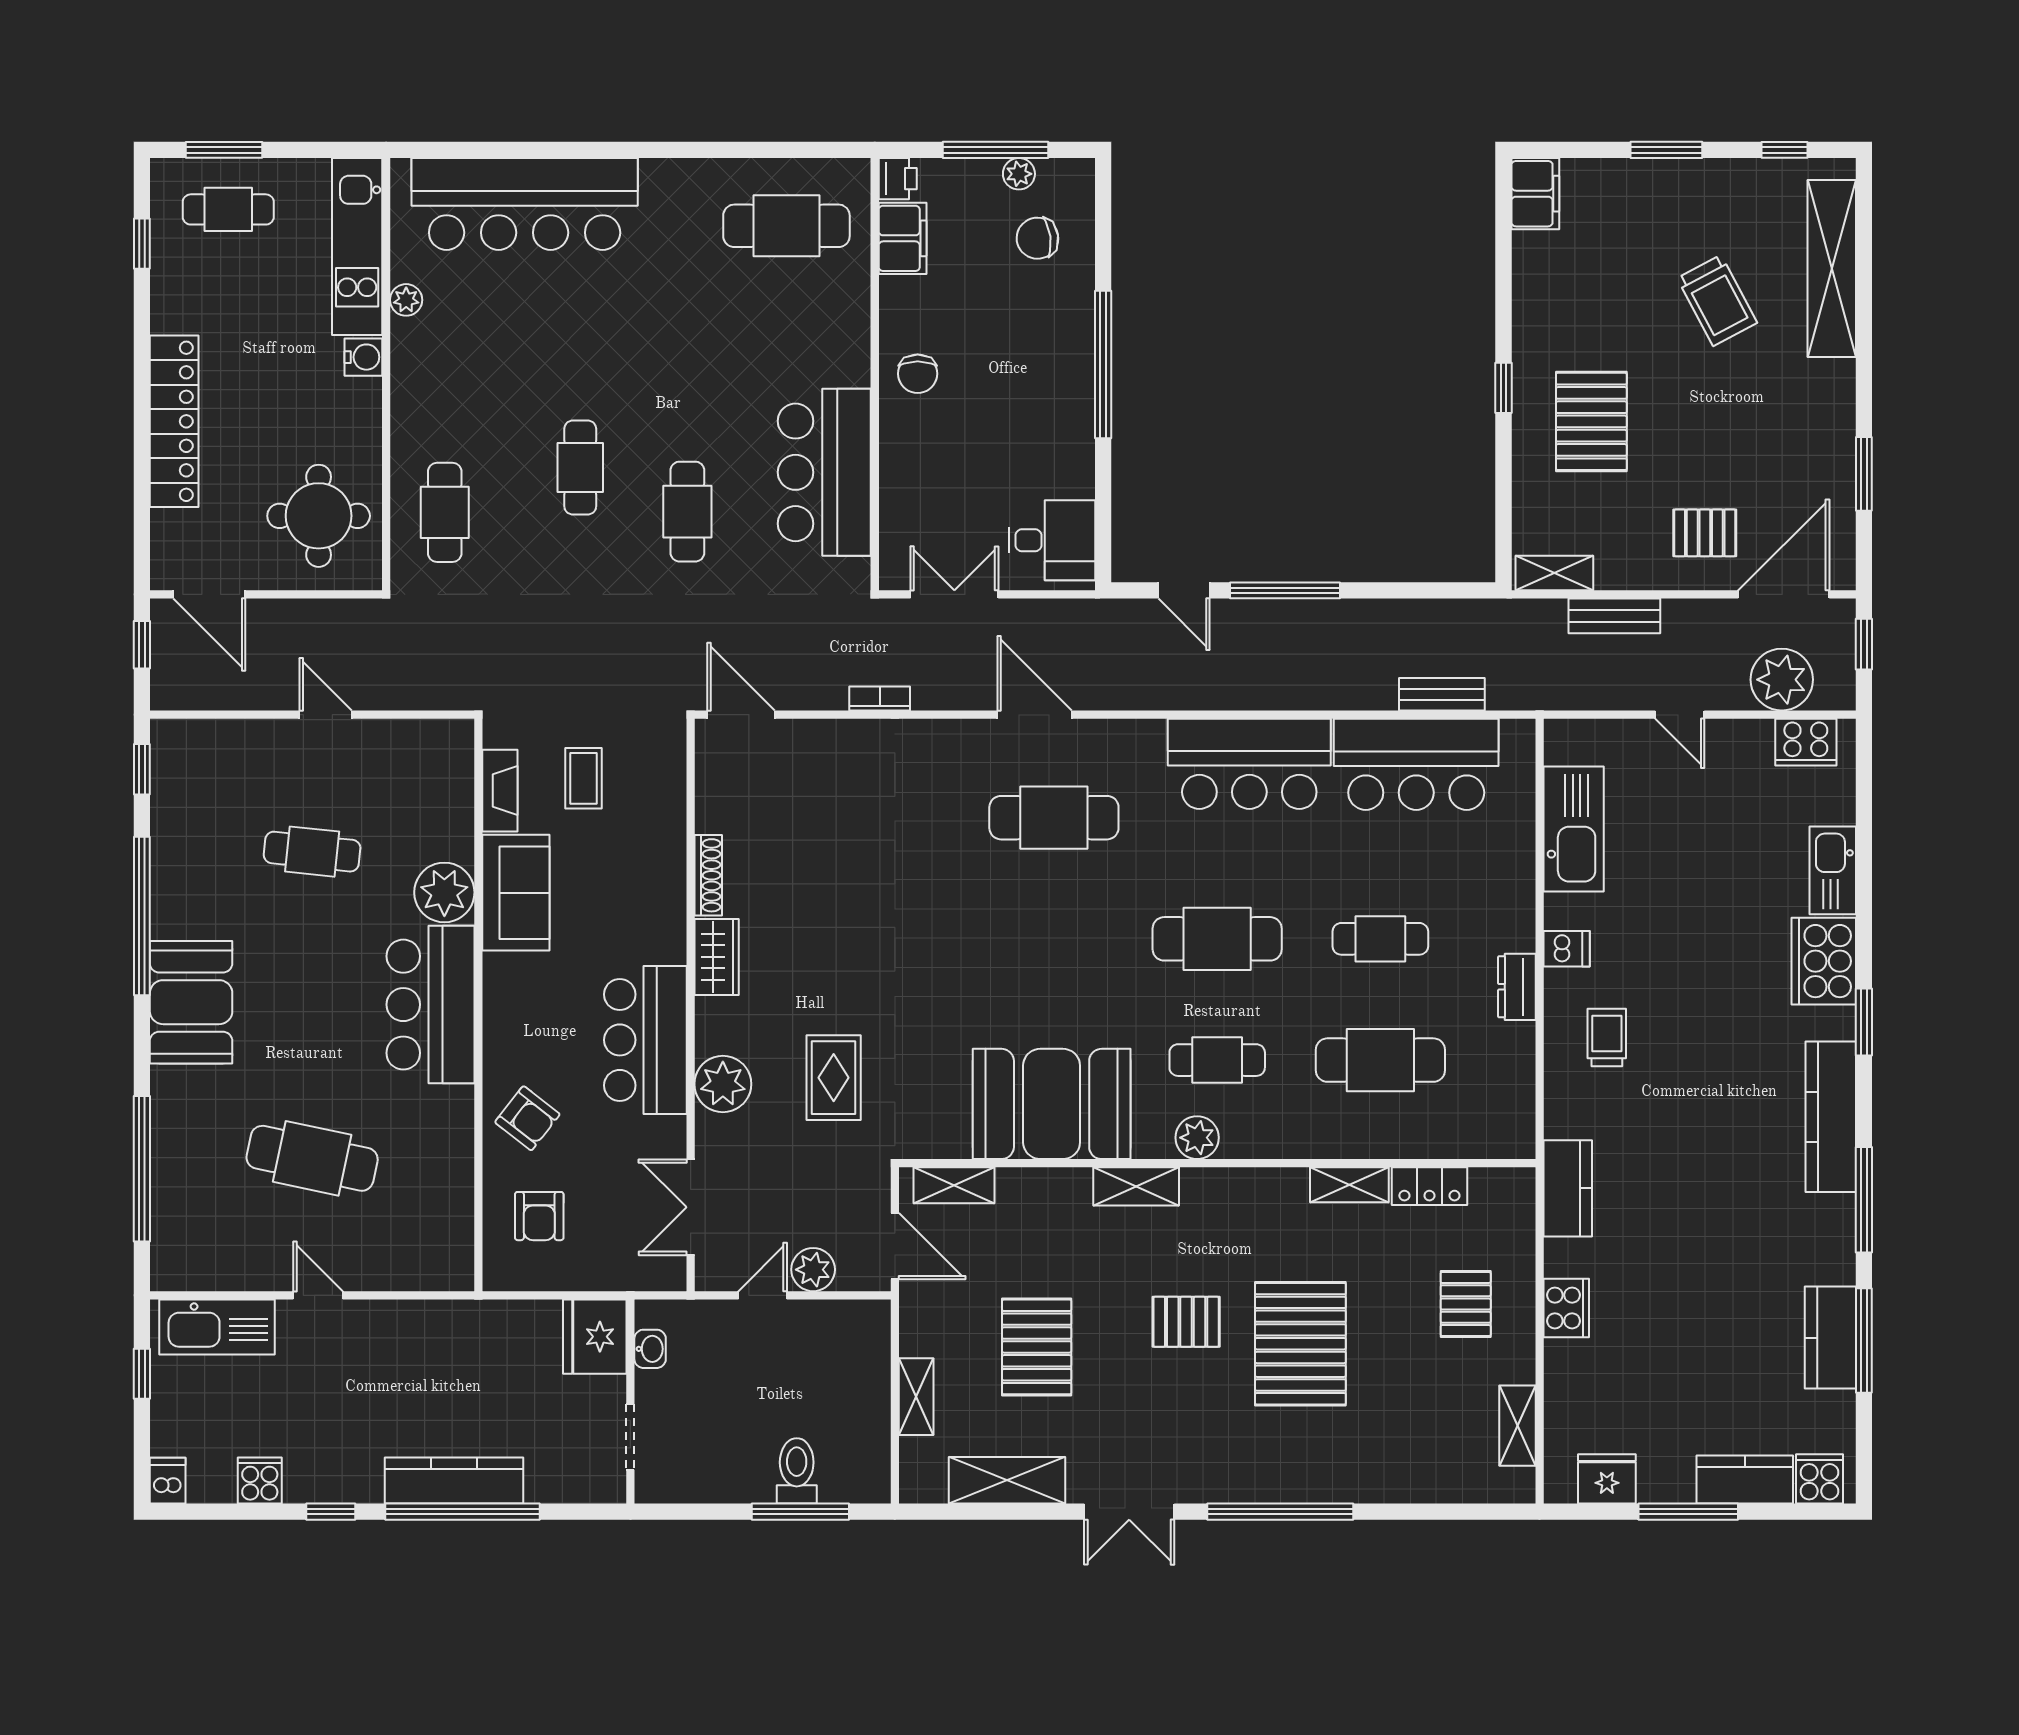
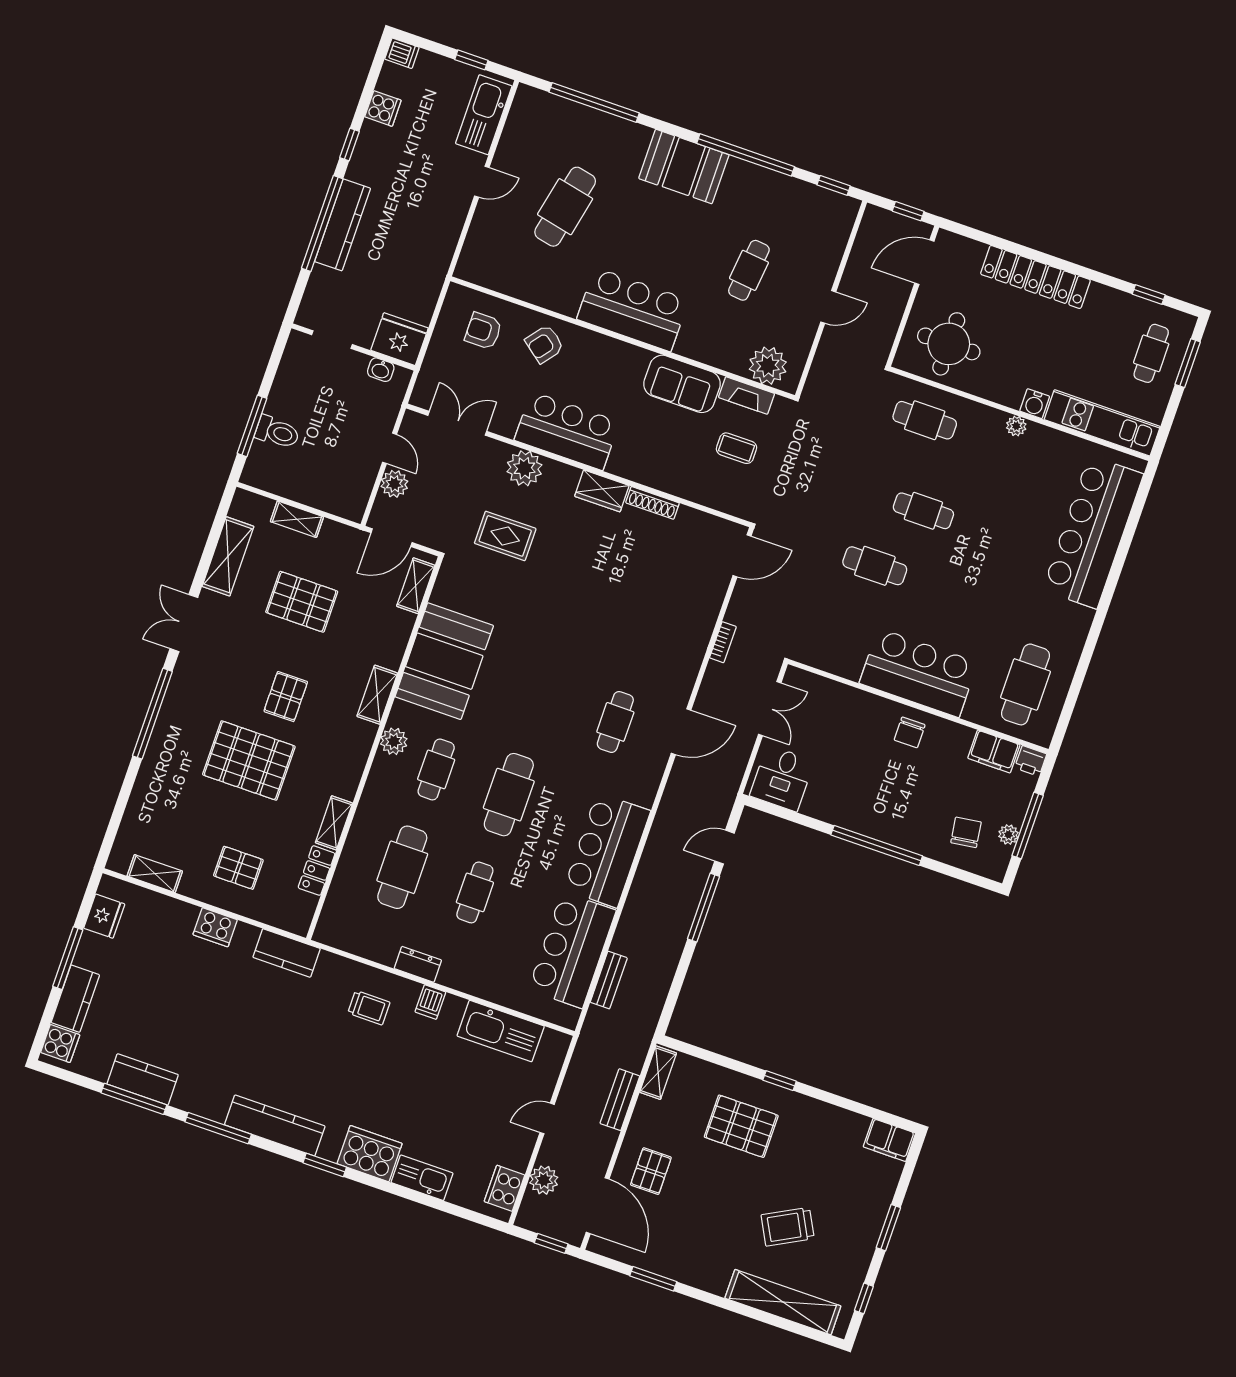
plant: (406, 300) -> (1016, 426), moved
chair: (918, 374) -> (910, 732), turned -90
bar counter: (824, 472) -> (919, 673), moved
plant: (1782, 680) -> (544, 1180), width x0.73, depth x0.73
cafe table: (1054, 818) -> (615, 722), width x0.73, depth x0.74
plant: (444, 892) -> (768, 366), moved

